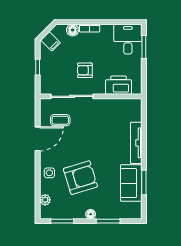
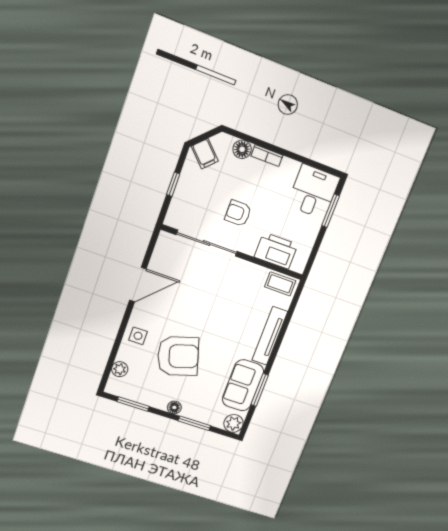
coffee table: (60, 120) -> (280, 284), moved
plant: (135, 212) -> (233, 423), added

